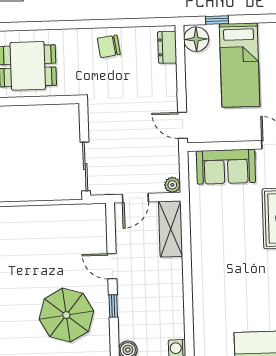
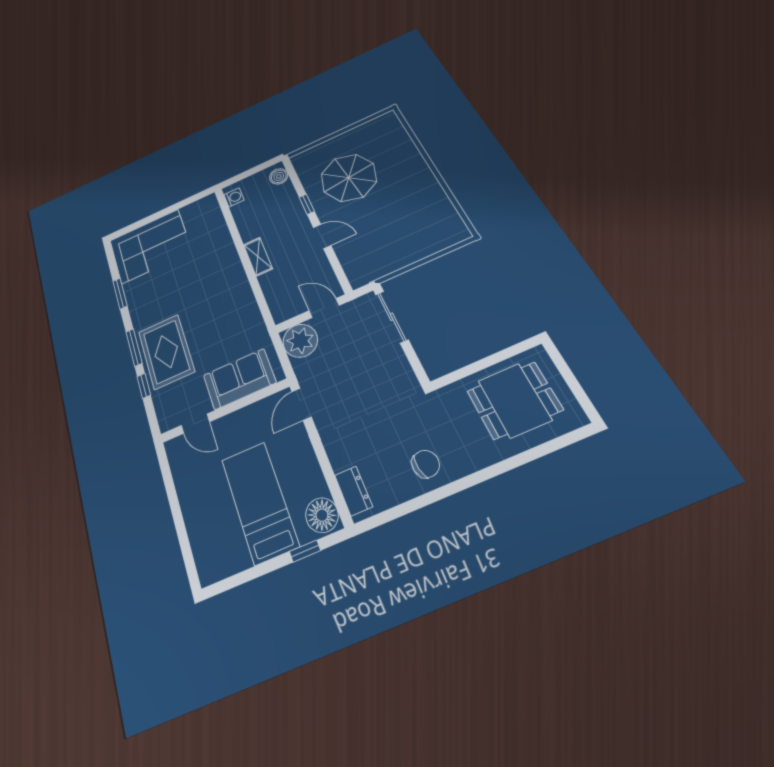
door: (183, 125) -> (302, 404), swing flipped
plant: (172, 185) -> (300, 341), width x1.87, depth x1.87
door: (135, 198) -> (324, 308), hinge flipped
shelving: (171, 229) -> (258, 257), moved, width x0.67, depth x0.75

